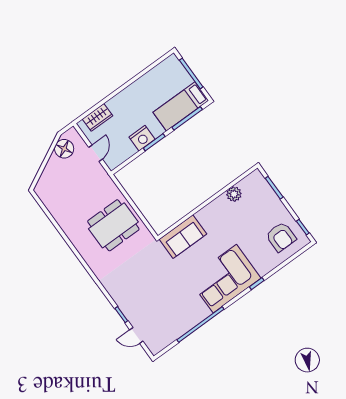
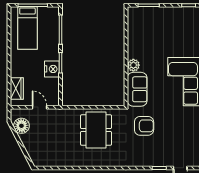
bed: (181, 106) -> (27, 28), moved
plant: (234, 194) -> (133, 65), moved
armchair: (281, 237) -> (144, 126), moved

